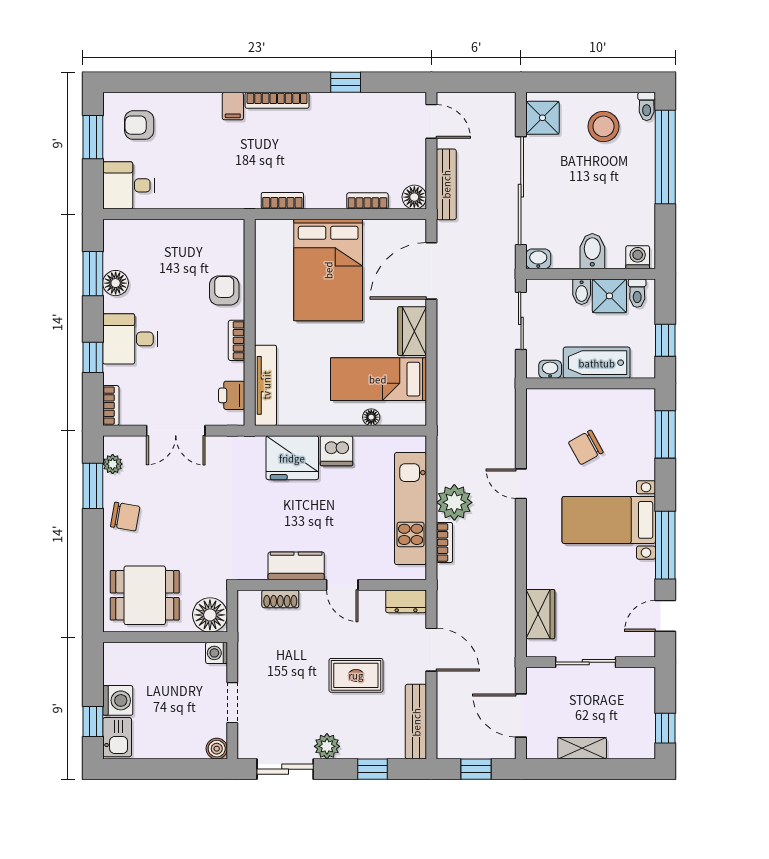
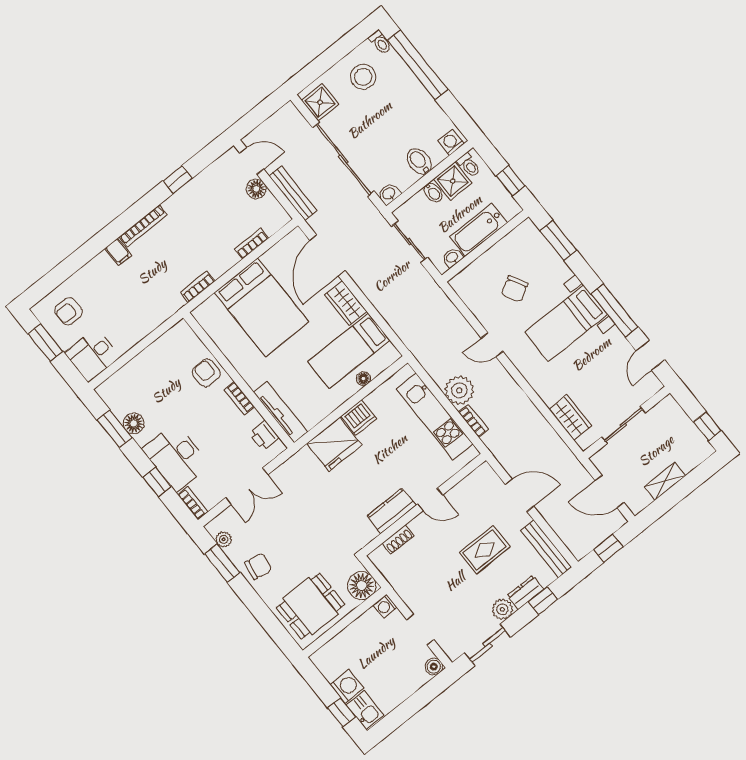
floor lamp: (414, 197) -> (256, 189), moved
desk: (130, 339) -> (176, 457), width x1.37
dresser: (406, 601) -> (525, 592), moved, turned 180

